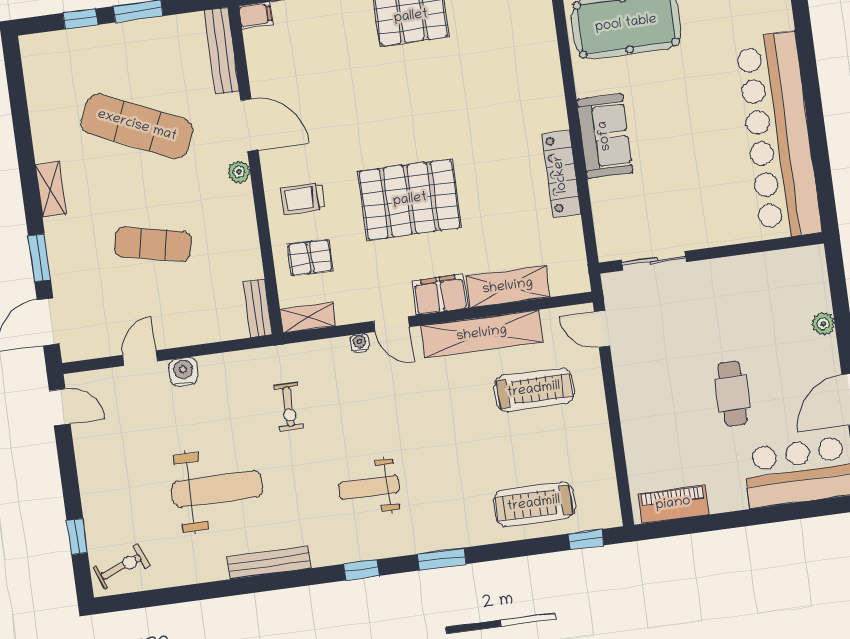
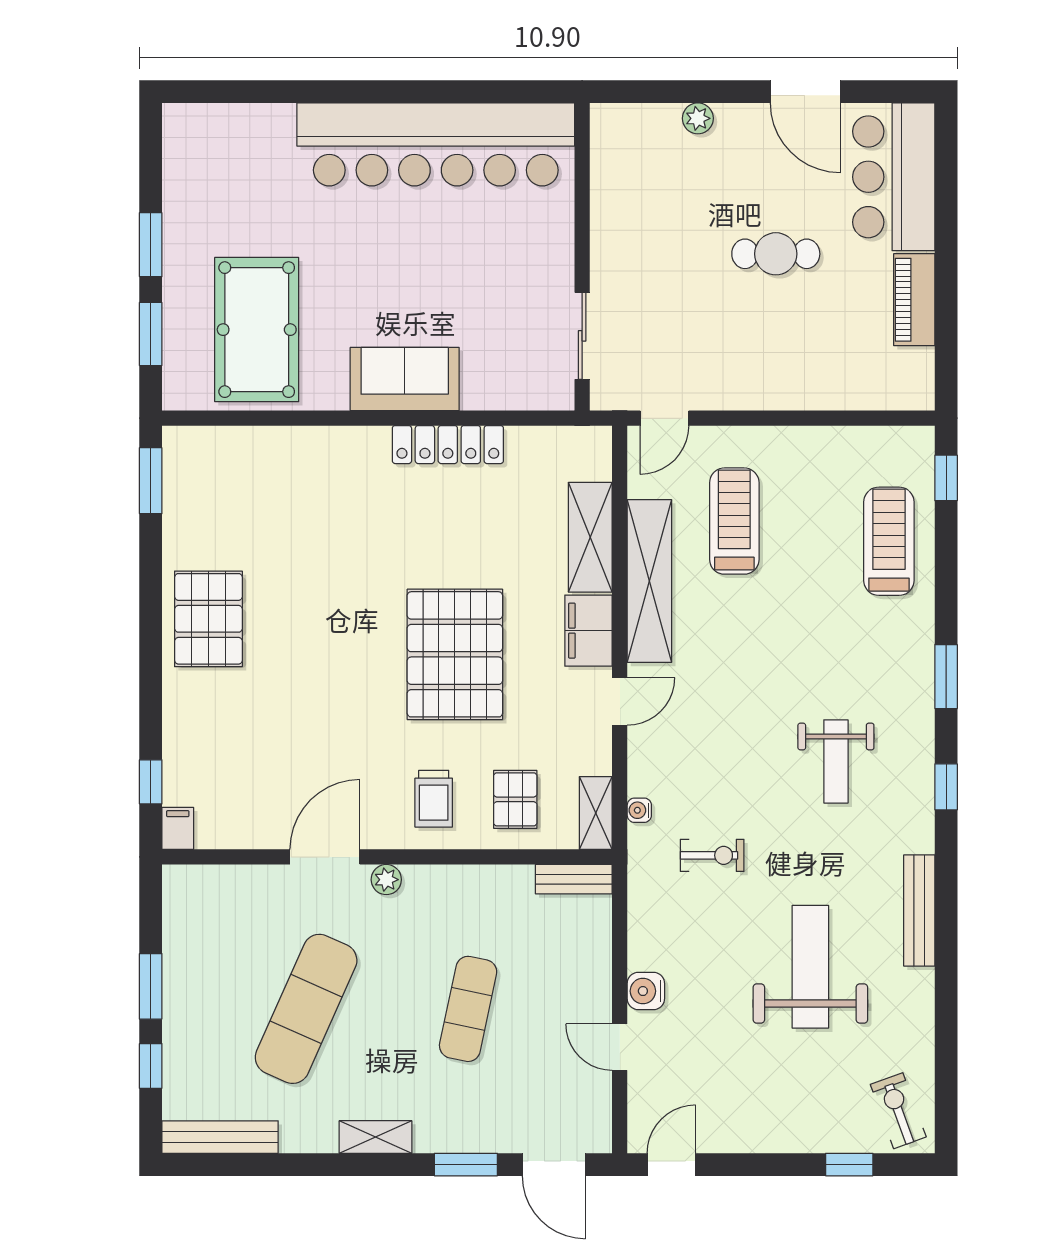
bench: (222, 51) -> (220, 1137), moved
water cooler: (360, 343) -> (639, 810), moved
treadmill: (534, 504) -> (889, 541), turned 180
piano: (673, 504) -> (914, 300), moved

